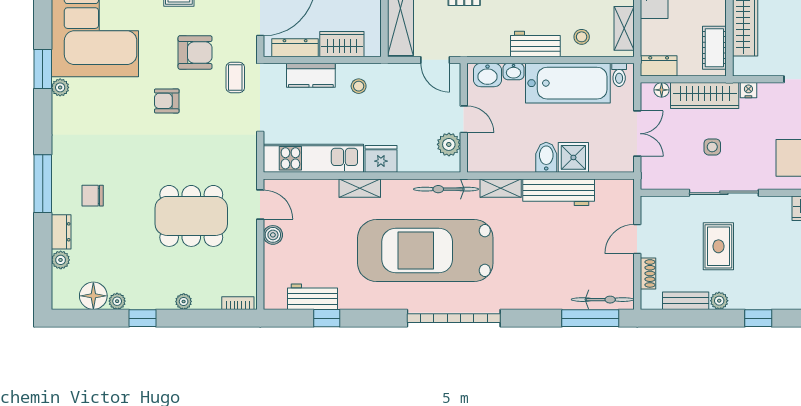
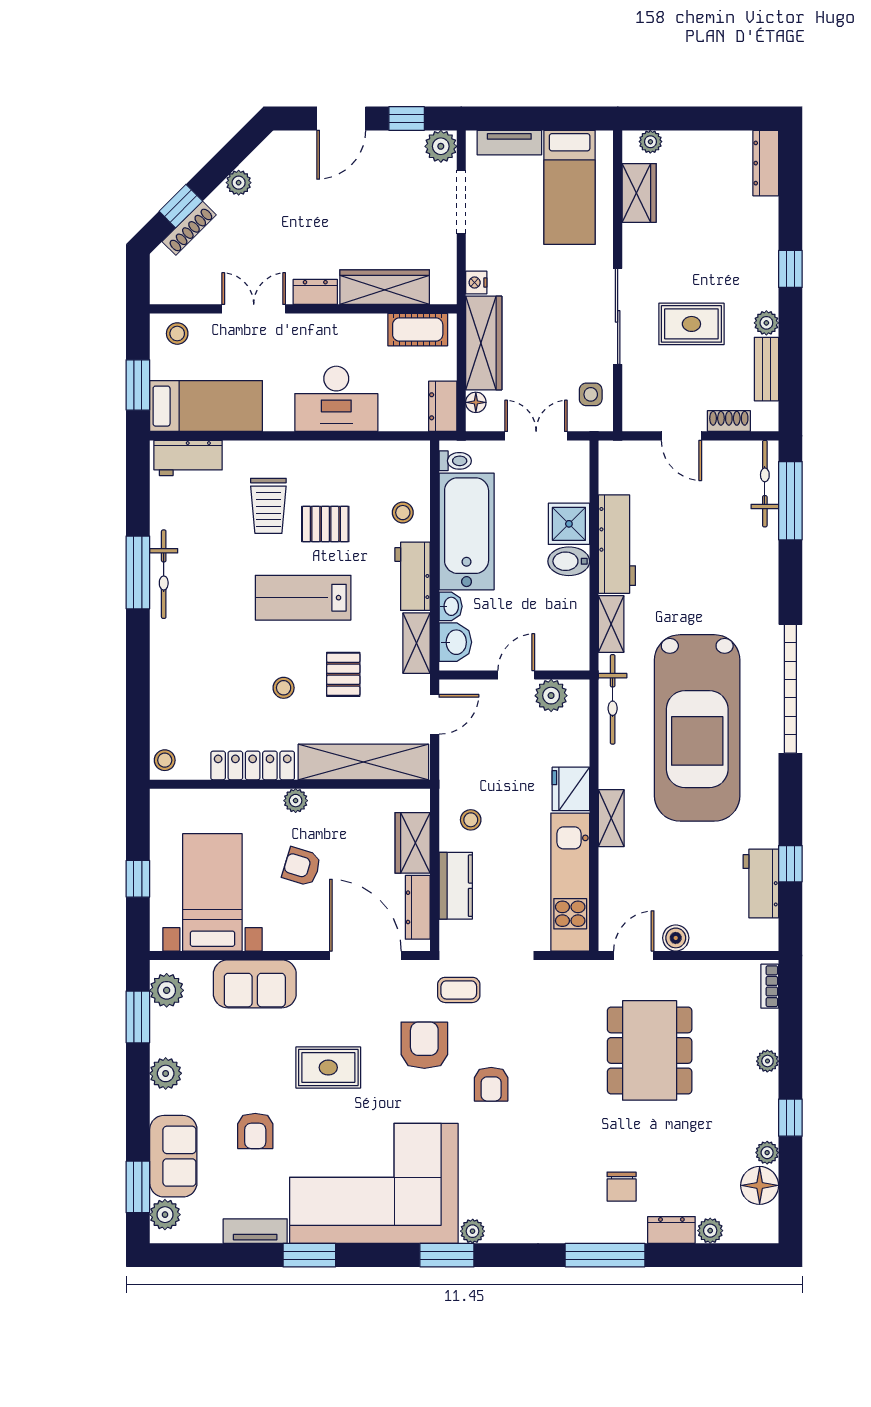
shelving: (624, 28) -> (417, 643), moved, turned 90
side table: (712, 147) -> (591, 394), moved

